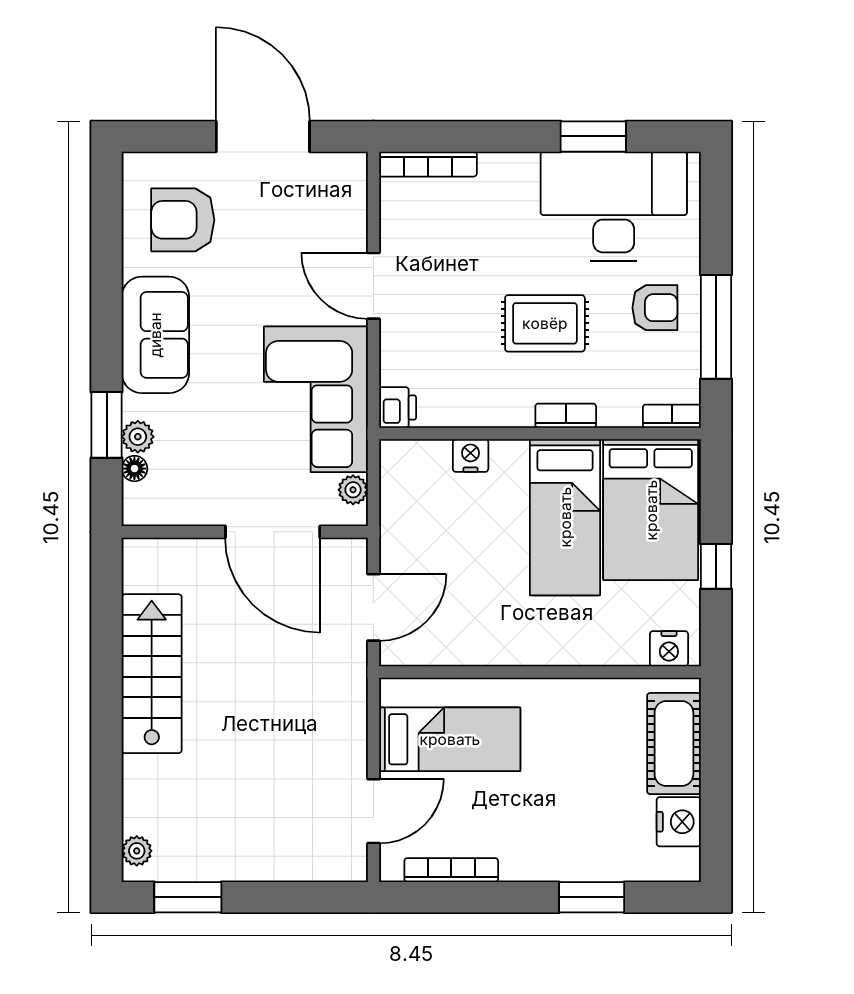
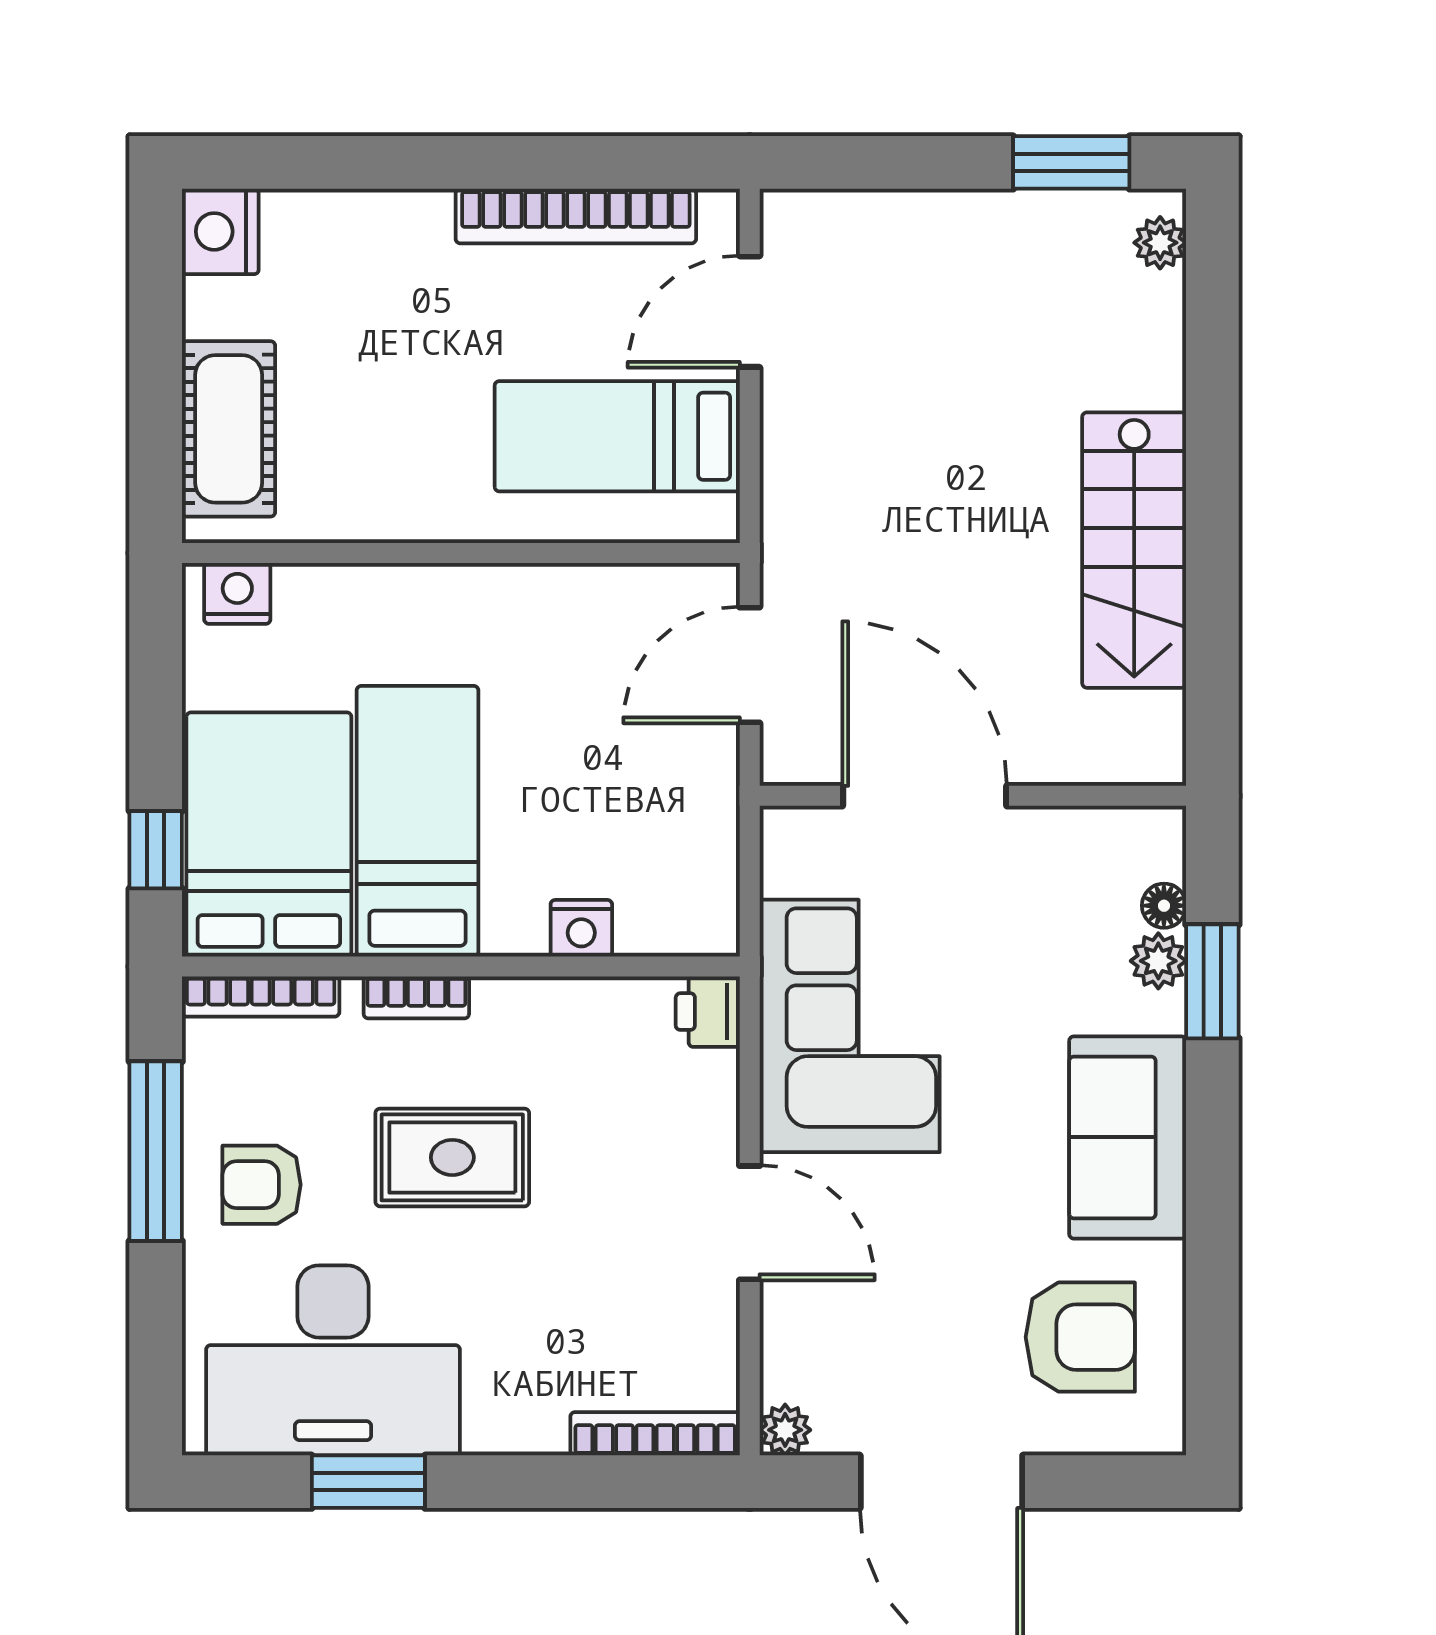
bookcase: (672, 416) -> (261, 996), width x1.56
plant: (353, 490) -> (785, 1430), moved
window: (716, 566) -> (156, 850), moved
nightstand: (679, 822) -> (220, 231), moved
bookcase: (451, 870) -> (576, 216), width x1.48, depth x1.31
window: (592, 897) -> (371, 162), removed

